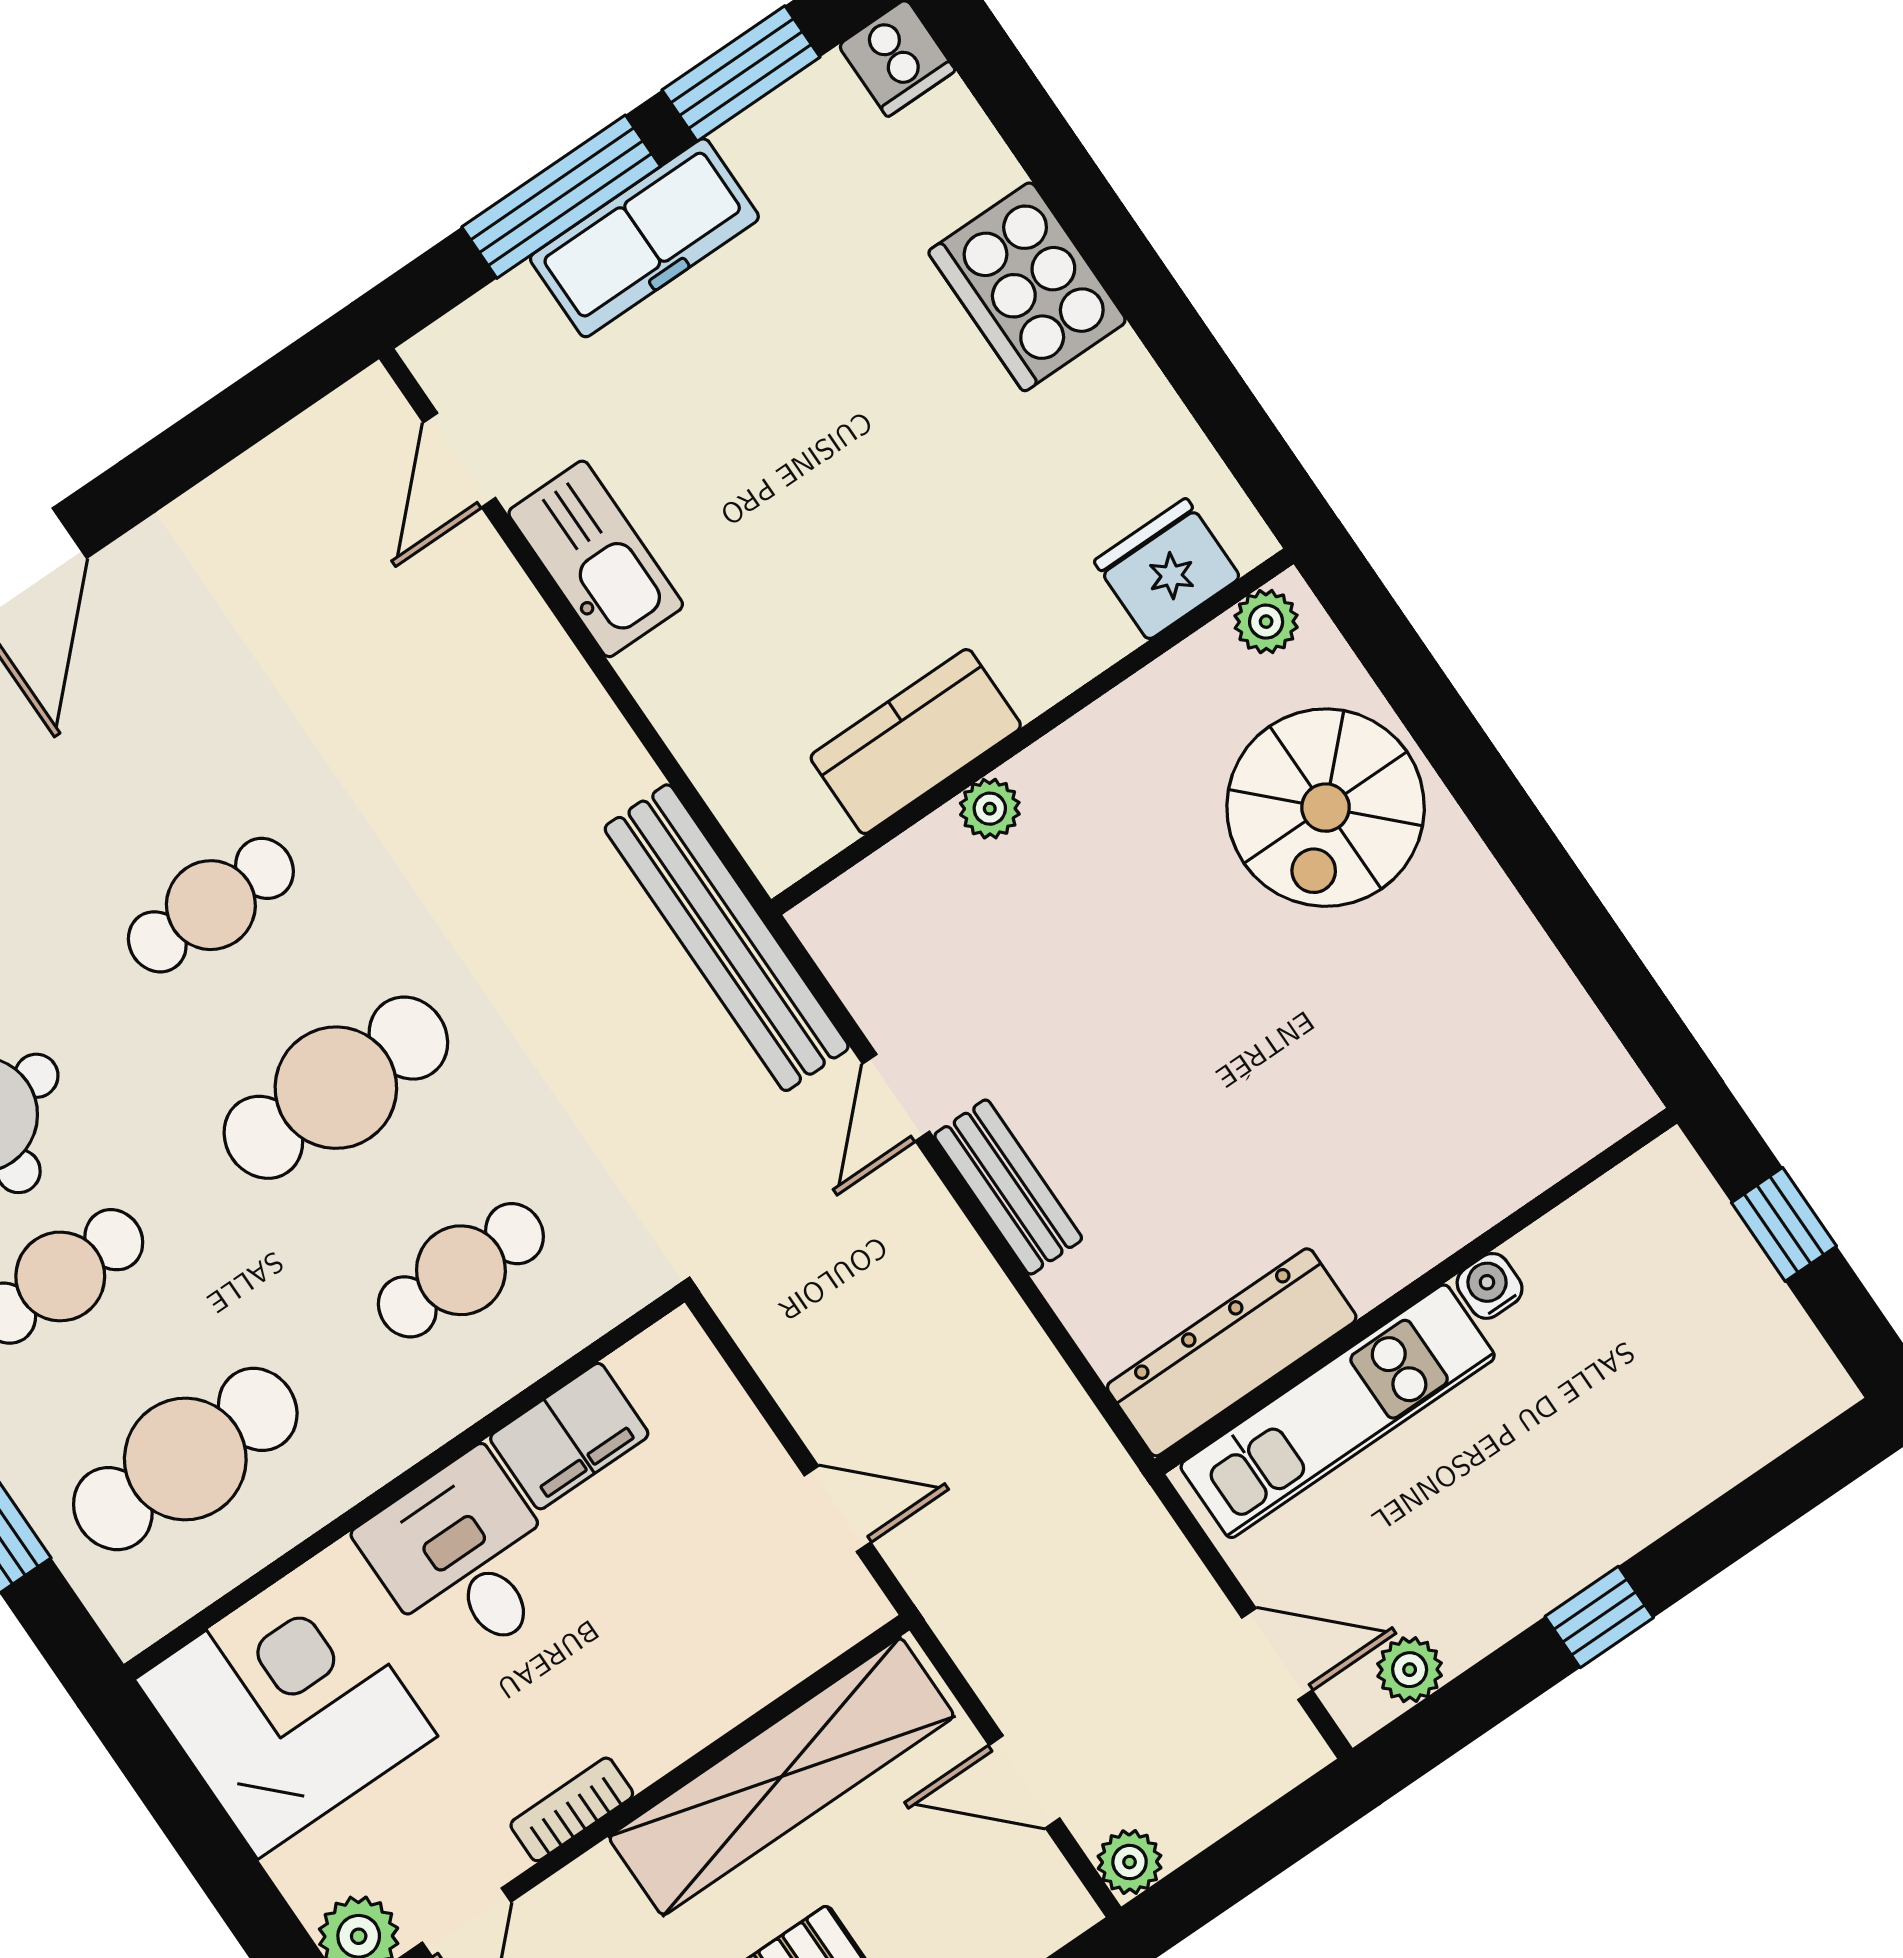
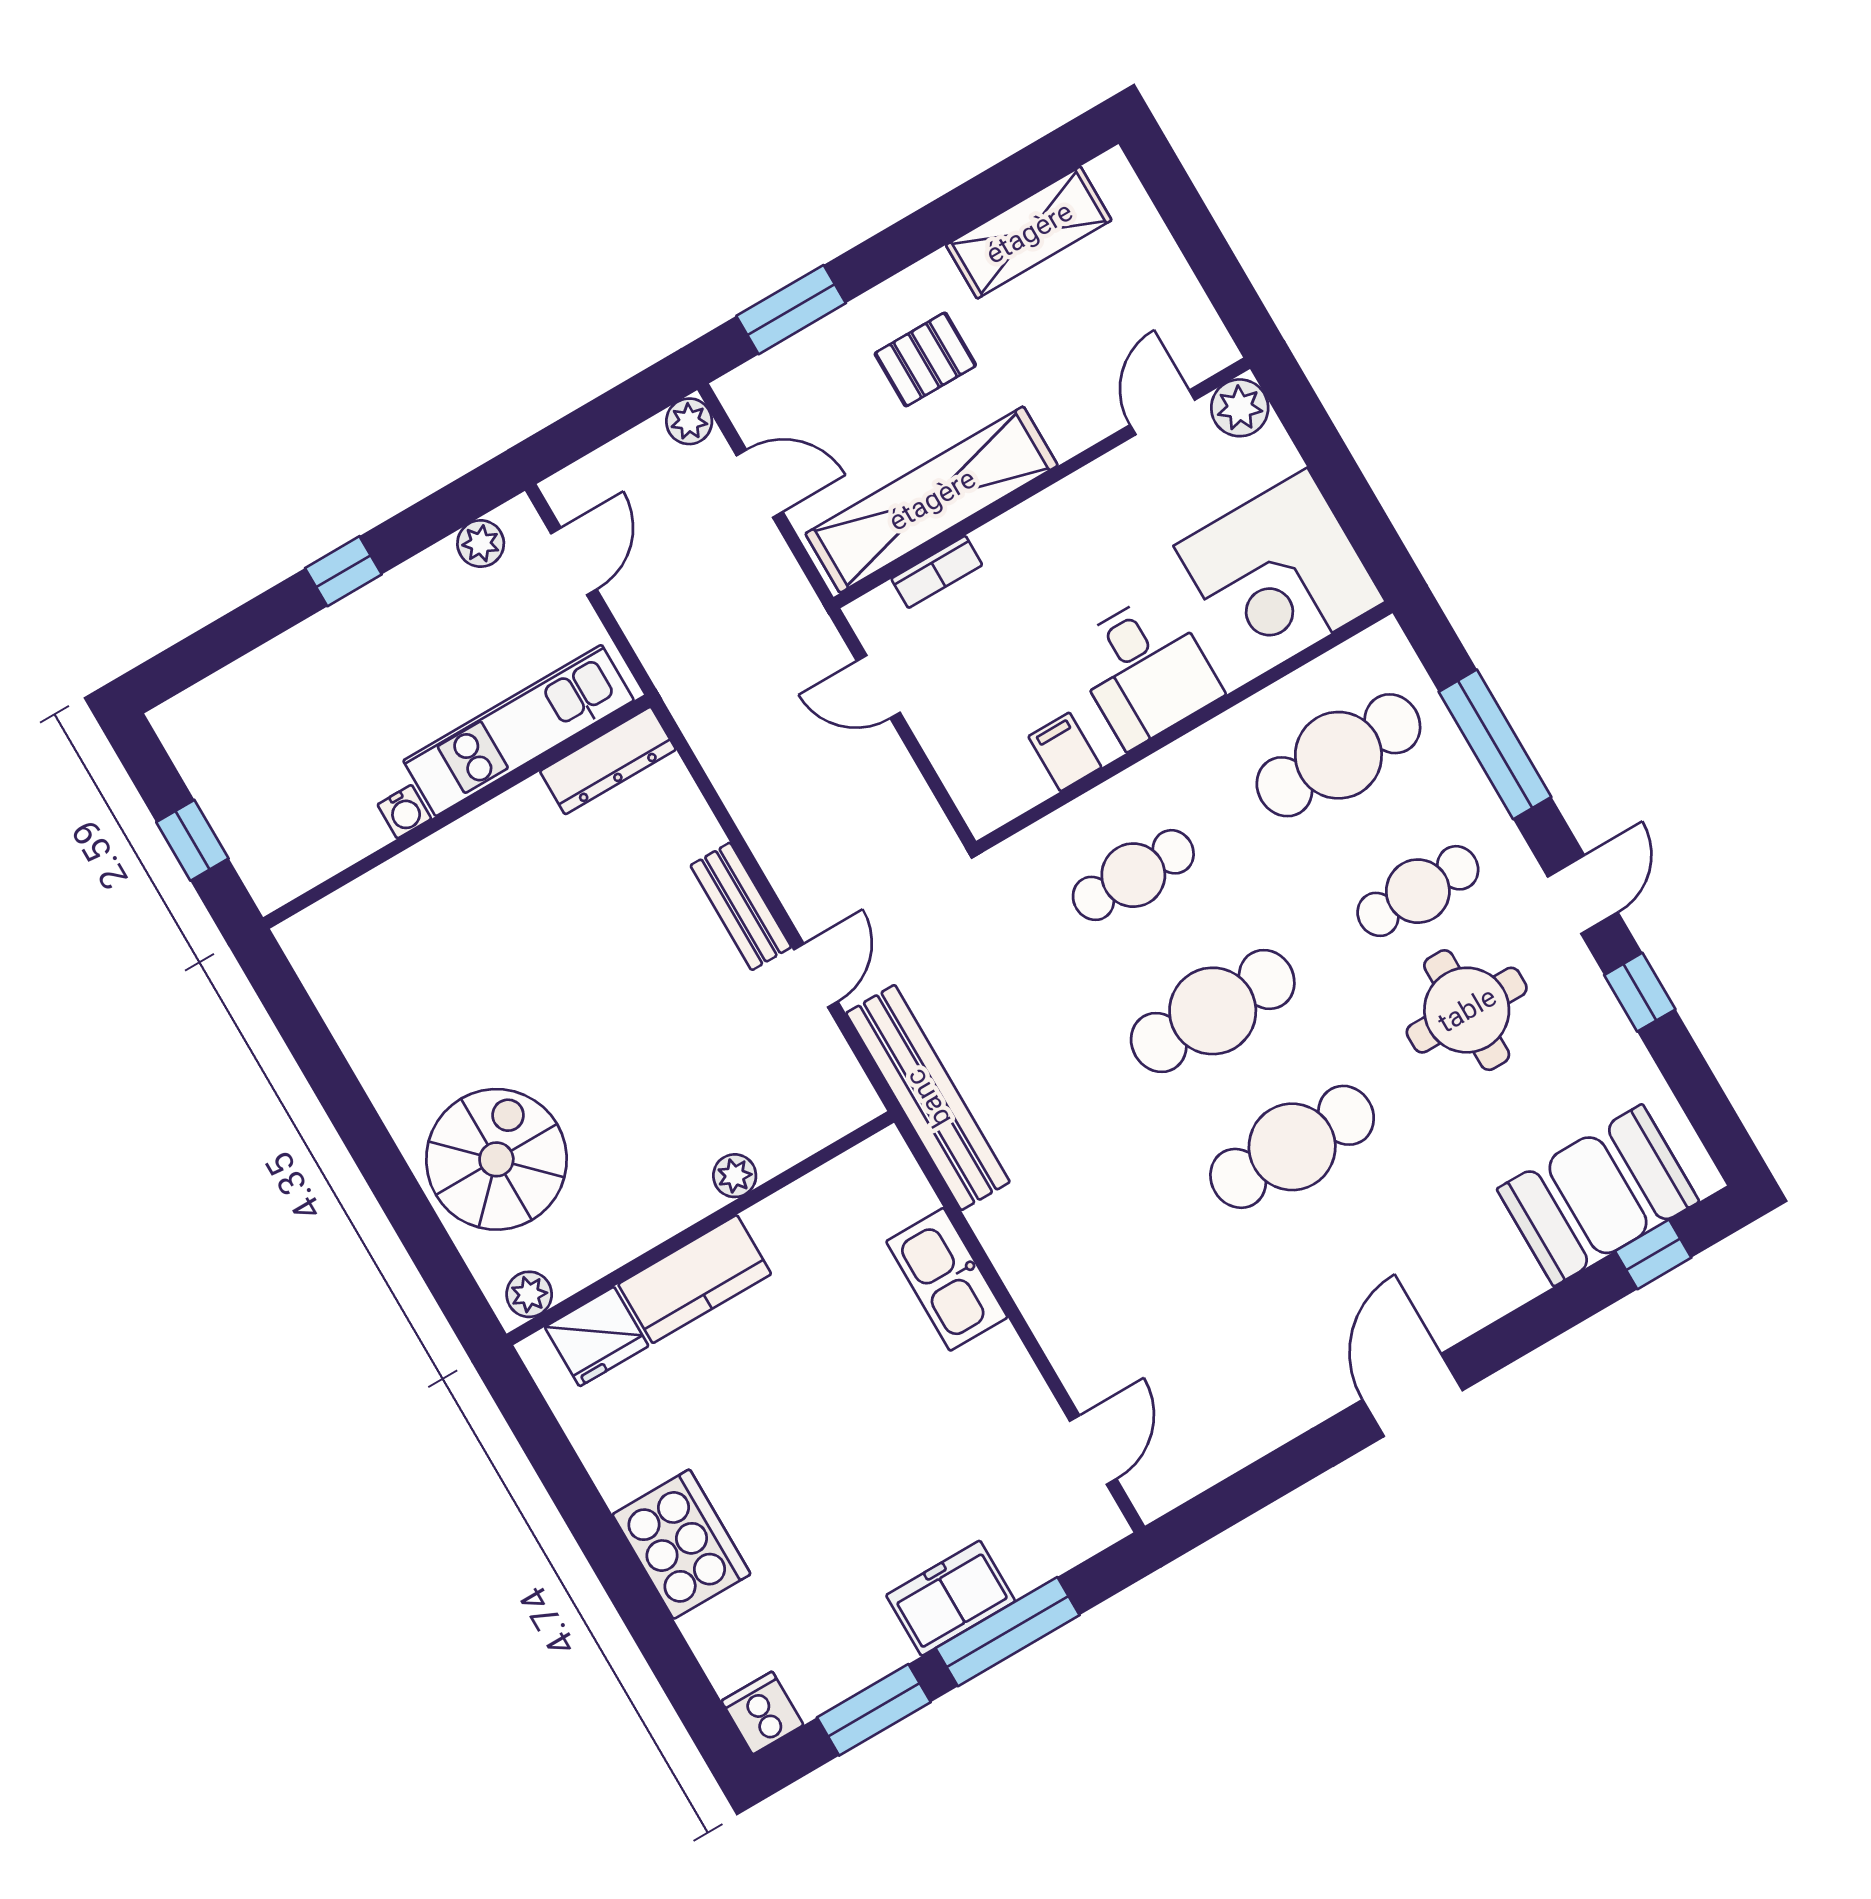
freezer: (644, 238) -> (951, 1598), width x0.71
kitchen sink: (596, 559) -> (947, 1279), moved
kitchen counter: (916, 742) -> (695, 1279), moved
cafe table: (211, 905) -> (1292, 1147), width x1.37, depth x1.35
dresser: (1232, 1352) -> (608, 760), width x0.73, depth x0.80
filing cabinet: (569, 1436) -> (1065, 752), width x0.50
door: (1277, 1654) -> (574, 561), swing flipped
bookcase: (572, 1809) -> (937, 572), moved

